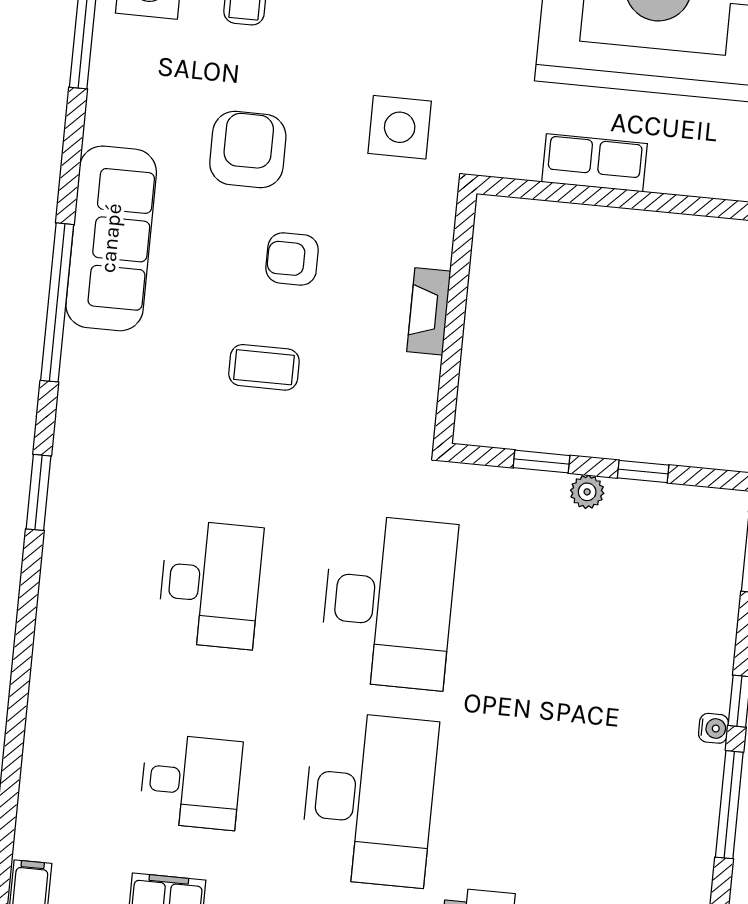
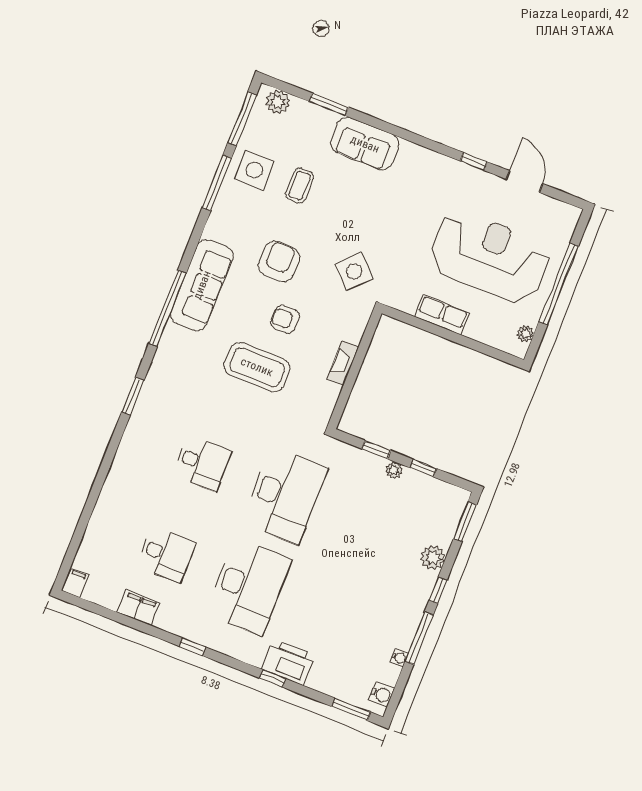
side table: (400, 127) -> (354, 271), turned 45
coffee table: (264, 367) -> (257, 367), width x1.86, depth x1.72
desk: (210, 584) -> (202, 463), width x0.73
plant: (711, 640) -> (433, 557), added
water cooler: (713, 728) -> (399, 658), moved

